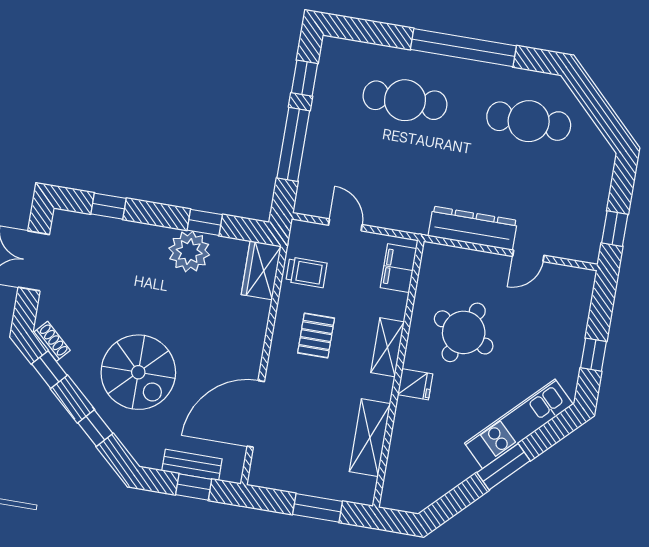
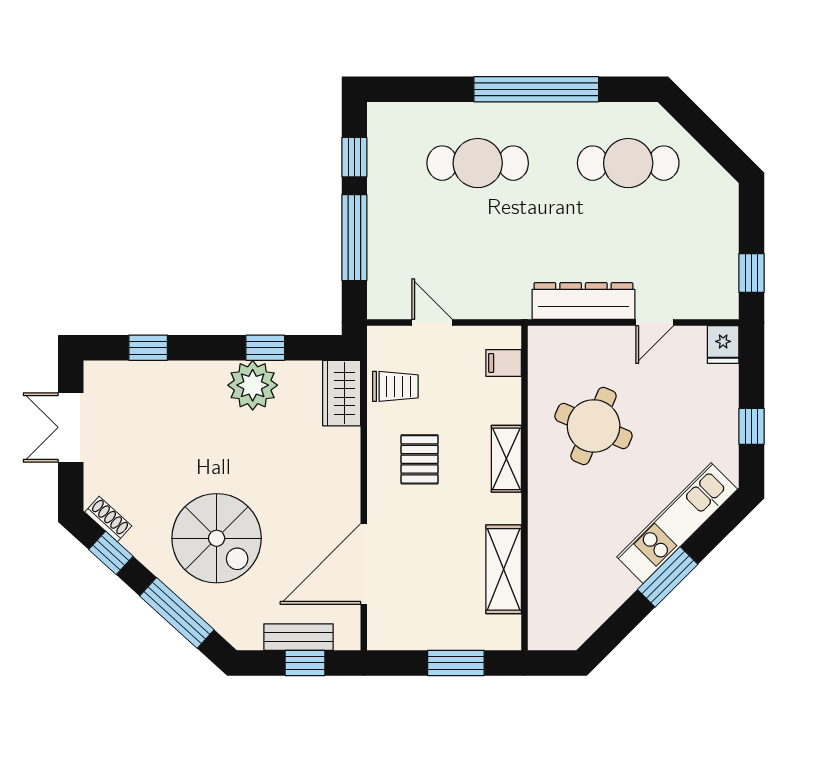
filing cabinet: (399, 268) -> (504, 363), width x0.50
fridge: (415, 384) -> (723, 345), moved, turned 90
window: (95, 428) -> (177, 613), width x2.17

